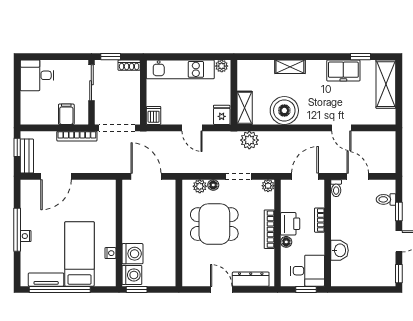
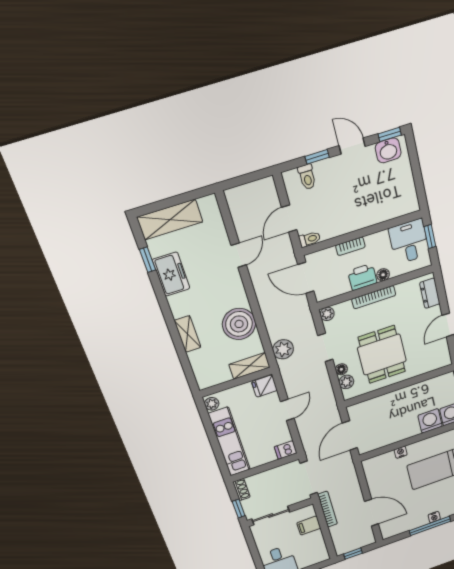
bench: (27, 156) -> (359, 543), removed
washbasin: (340, 250) -> (388, 150), moved, turned 180
nightstand: (110, 253) -> (401, 452), moved
dresser: (251, 279) -> (430, 293), width x0.70

